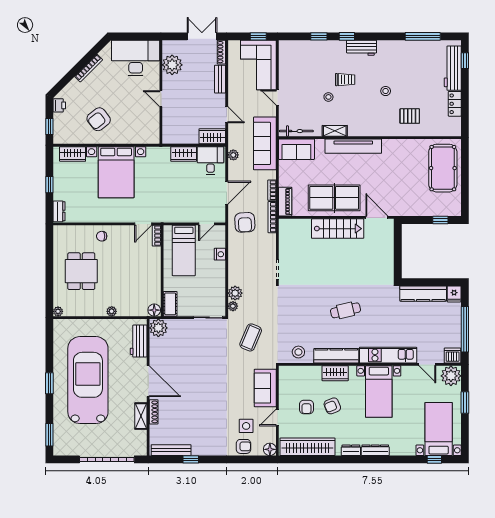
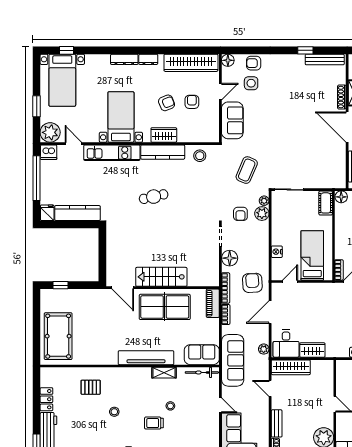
wardrobe: (212, 136) -> (291, 367), width x1.50
floor lamp: (268, 248) -> (230, 258), added
armchair: (257, 293) -> (240, 214), added
plant: (158, 328) -> (337, 179), removed

